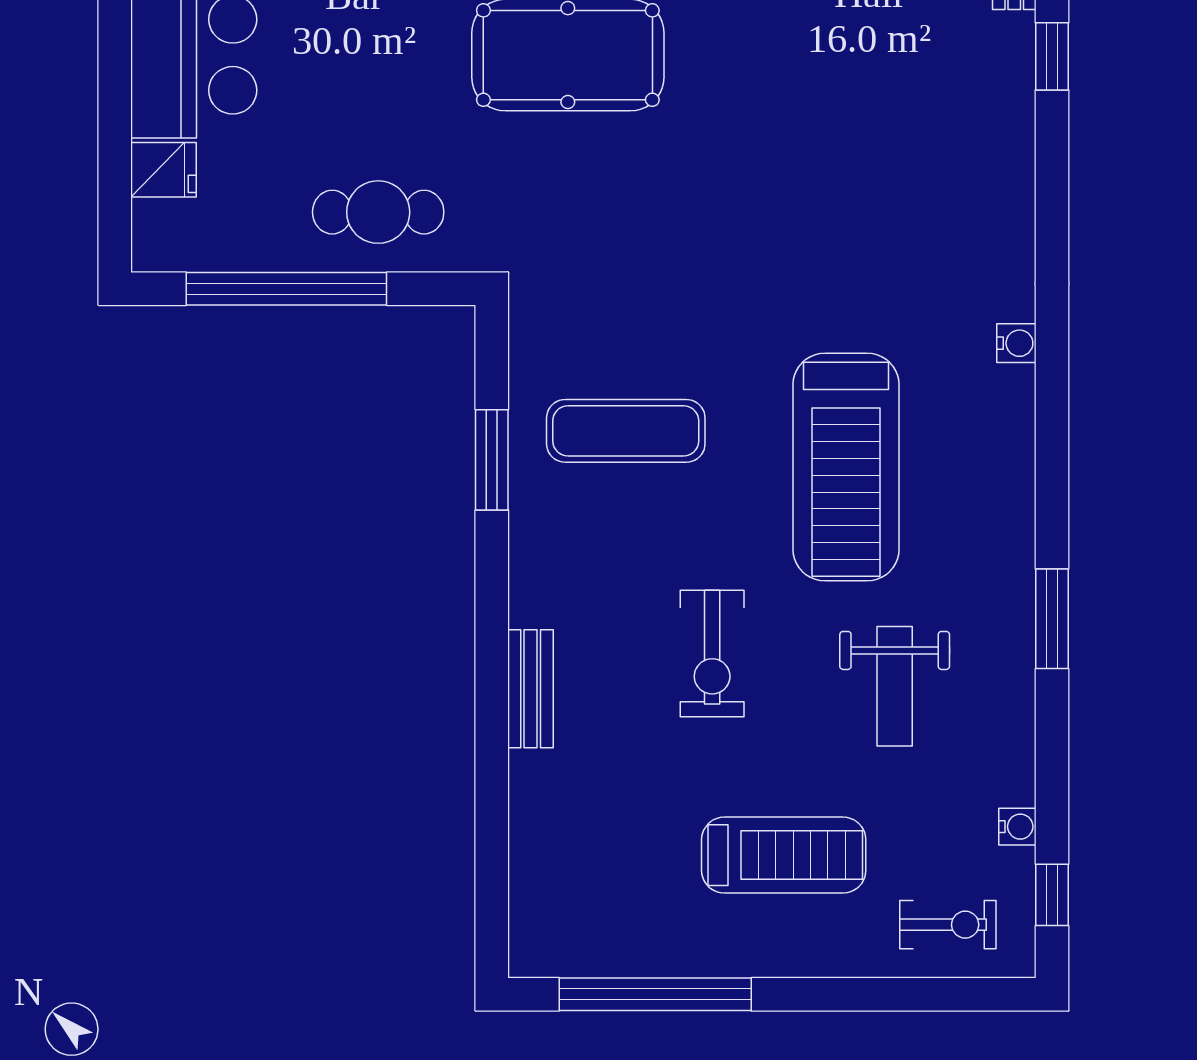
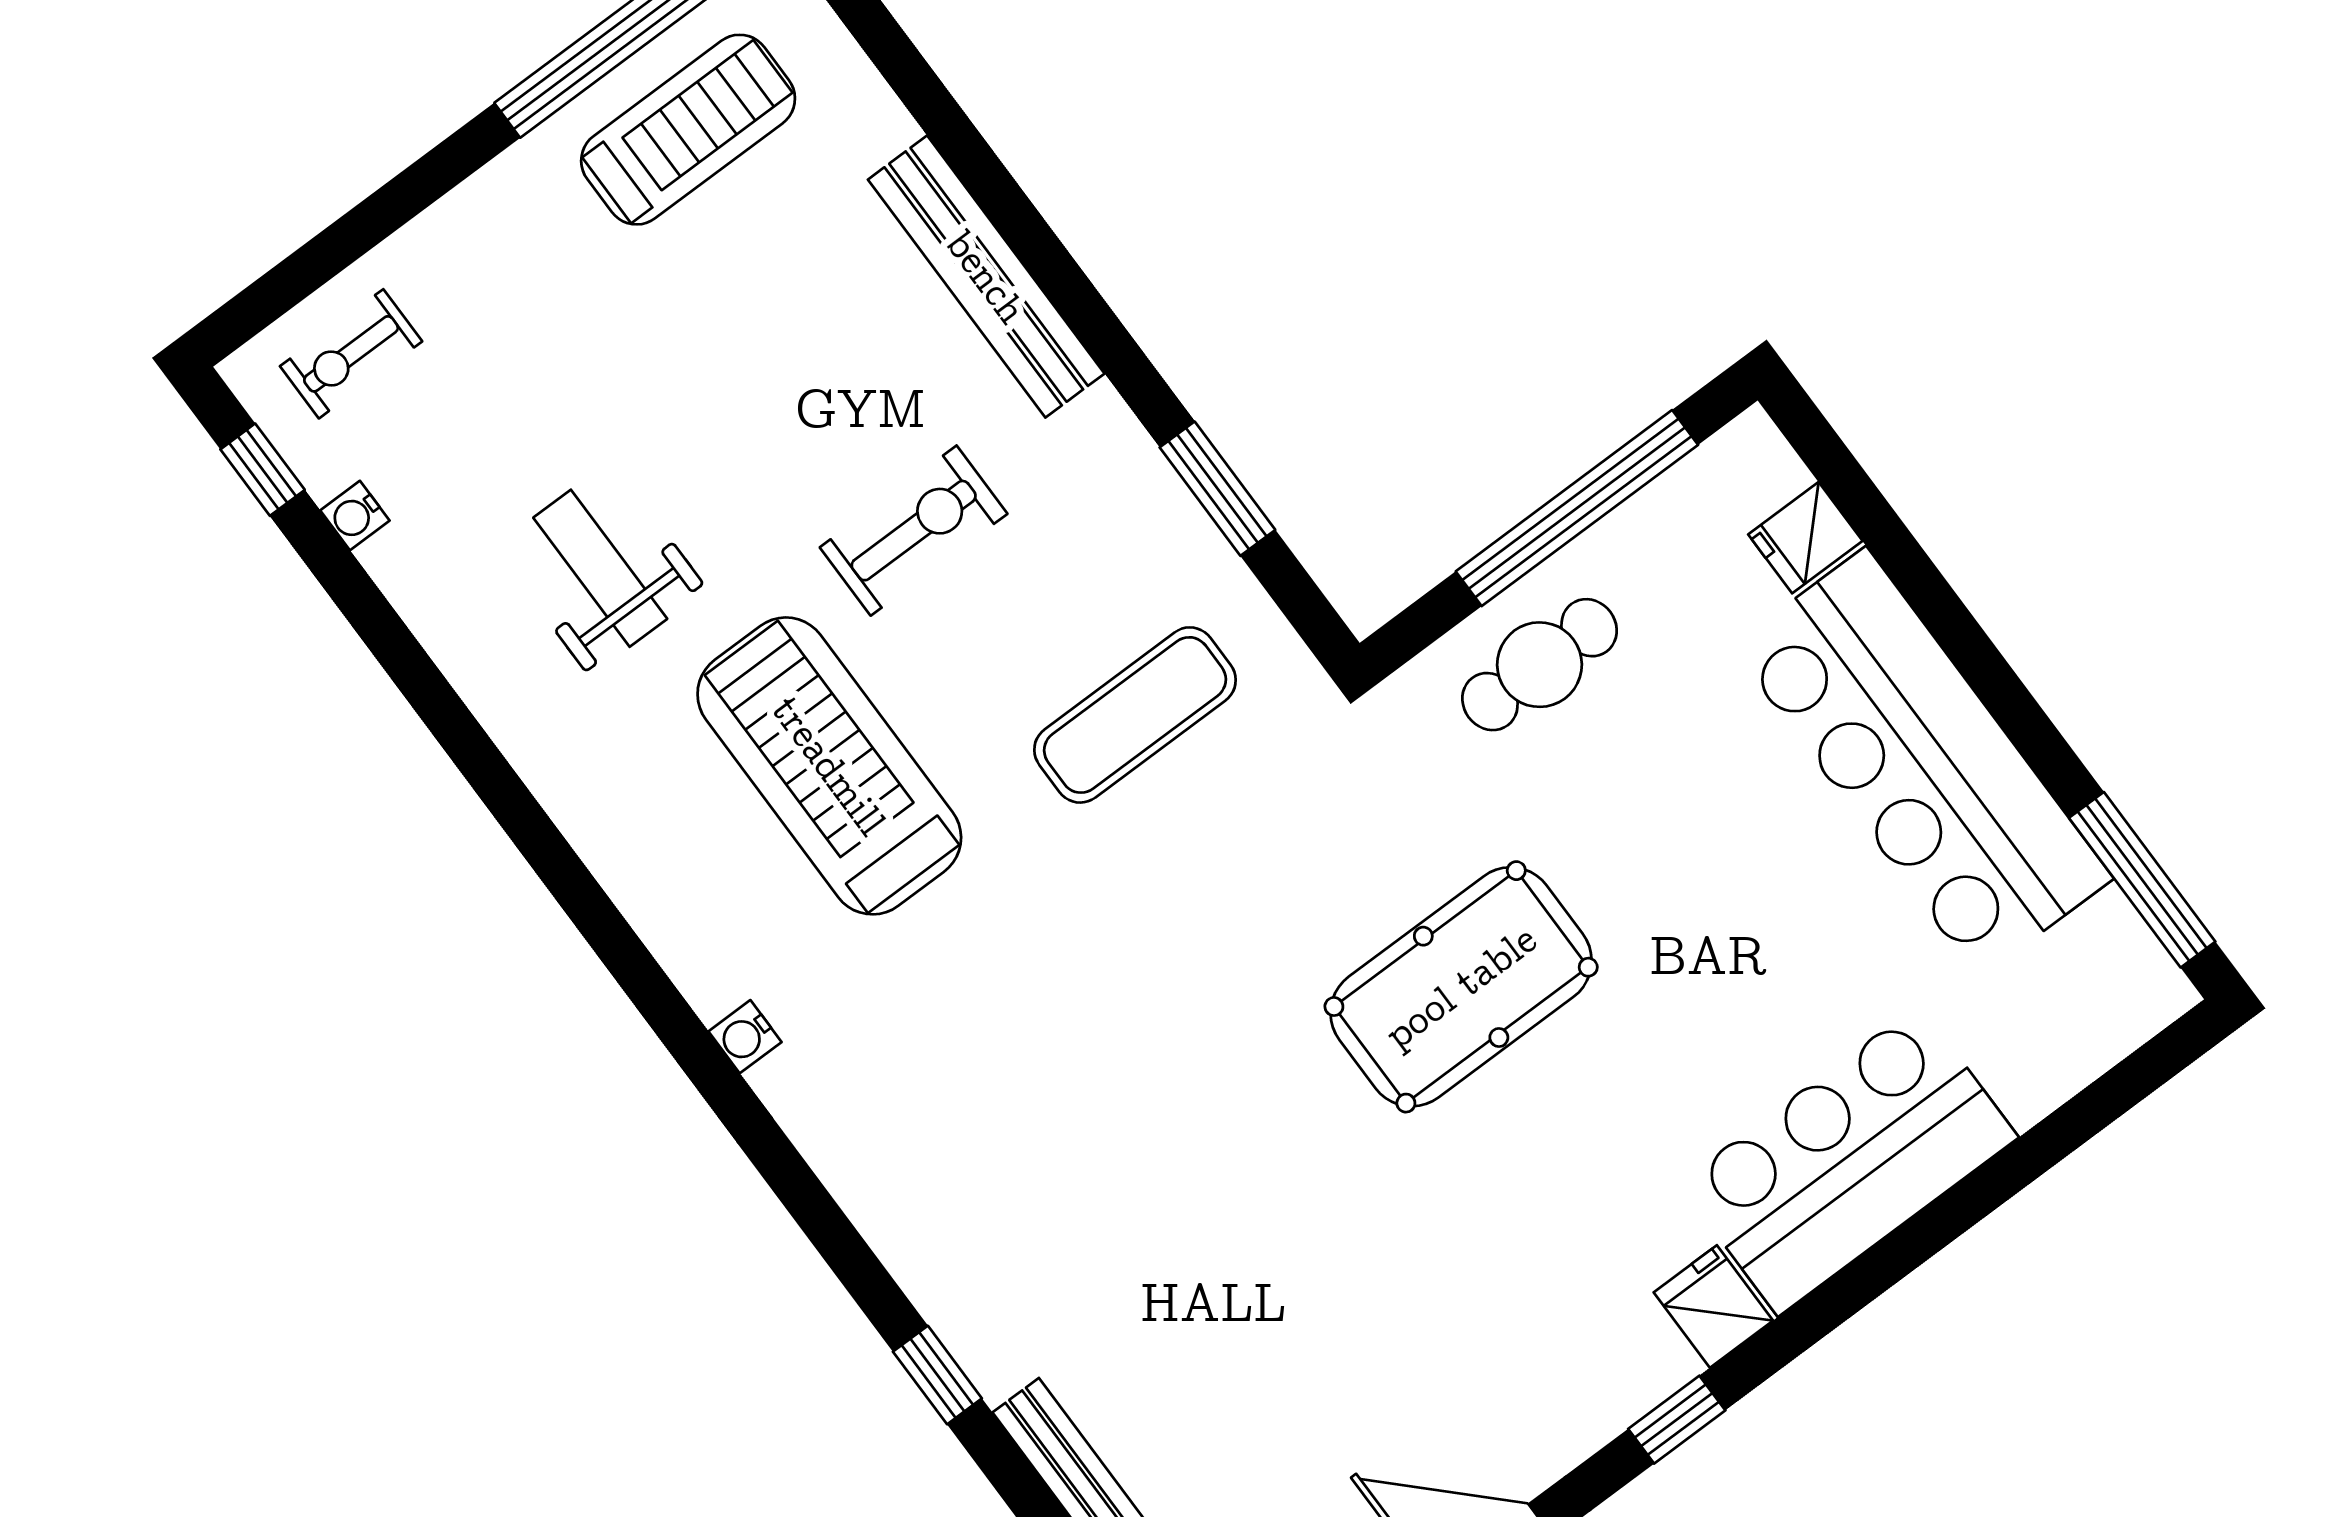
exercise mat: (626, 431) -> (1135, 715), moved
window: (1052, 619) -> (485, 768), removed
exercise bike: (712, 654) -> (914, 531), moved, turned 90
bench: (531, 689) -> (986, 277), width x1.86, depth x1.21
treadmill: (784, 855) -> (688, 130), moved, turned 180

